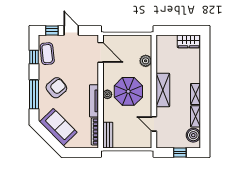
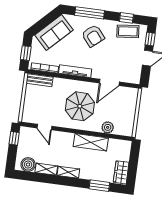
door: (101, 52) -> (109, 82), moved
window: (205, 61) -> (99, 186), added
shelving: (163, 90) -> (91, 142), moved
plant: (107, 94) -> (80, 85), removed
door: (154, 124) -> (44, 127), swing flipped
window: (83, 152) -> (26, 53), added
window: (180, 152) -> (14, 138), moved

